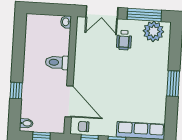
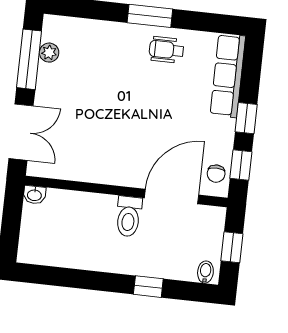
plant: (153, 31) -> (49, 53), width x0.53, depth x0.53
wheelchair: (124, 40) -> (166, 50), moved, turned 180
toilet: (57, 62) -> (129, 216), moved

